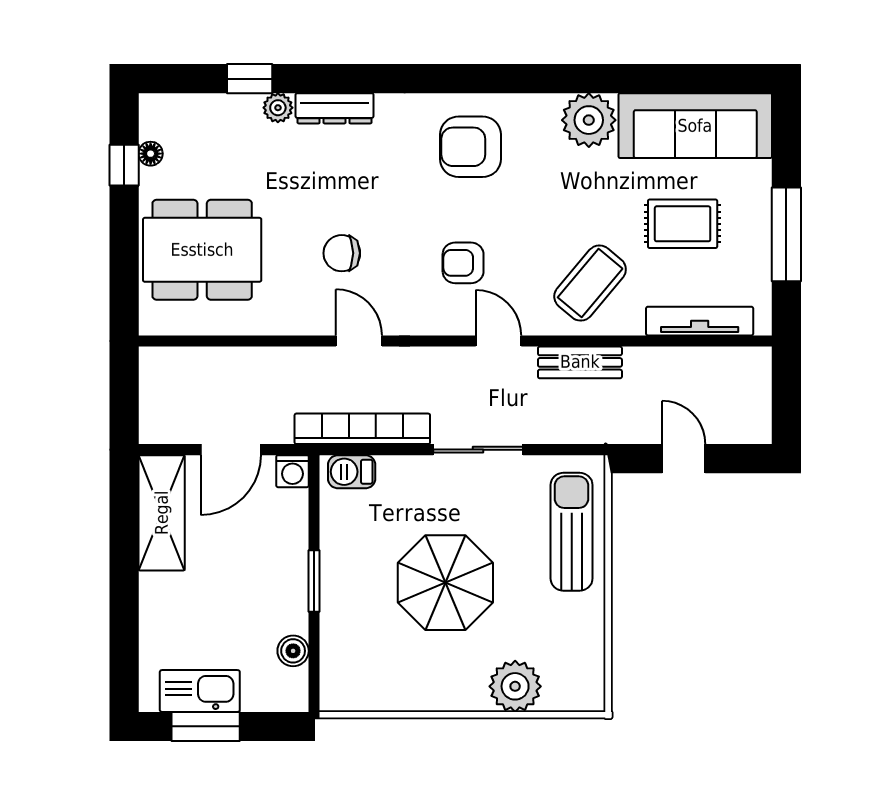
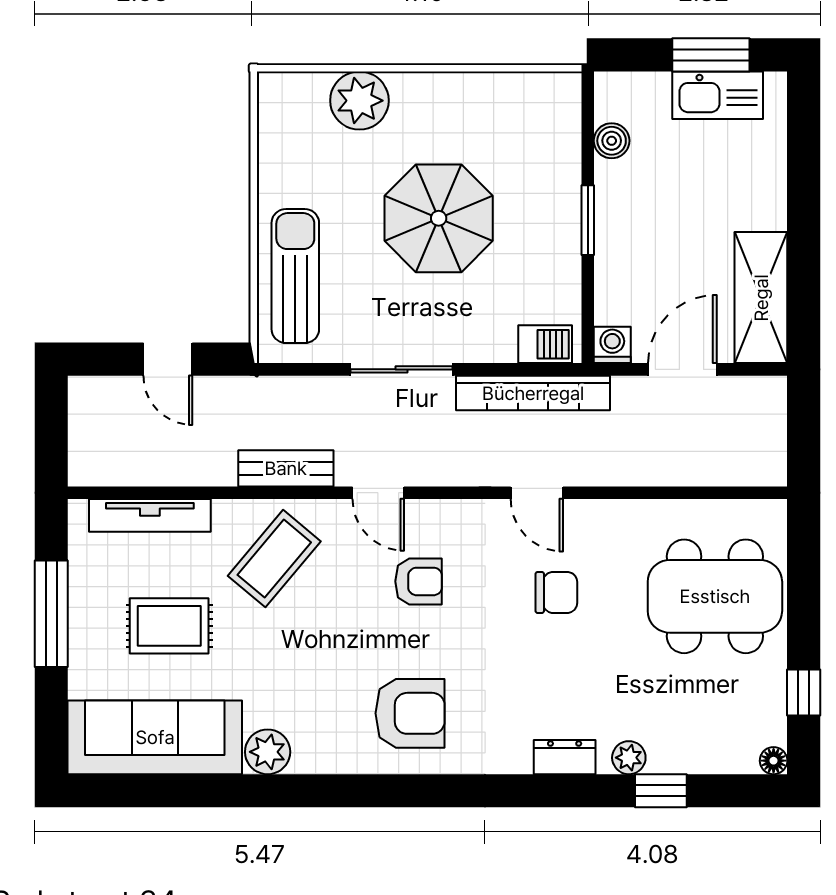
dresser: (335, 108) -> (565, 757), width x0.70
plant: (589, 120) -> (268, 752), width x0.73, depth x0.73
floor lamp: (151, 154) -> (774, 761), moved
sun lounger: (572, 532) -> (295, 276), turned 180

